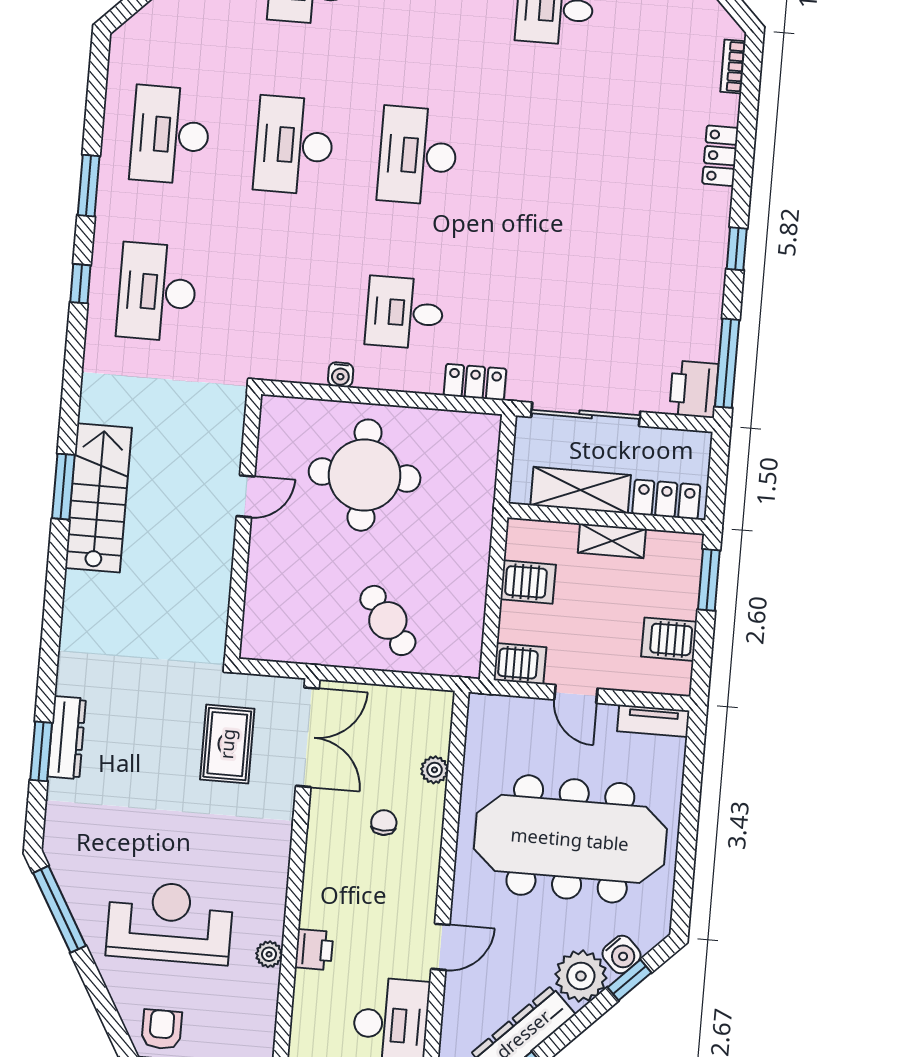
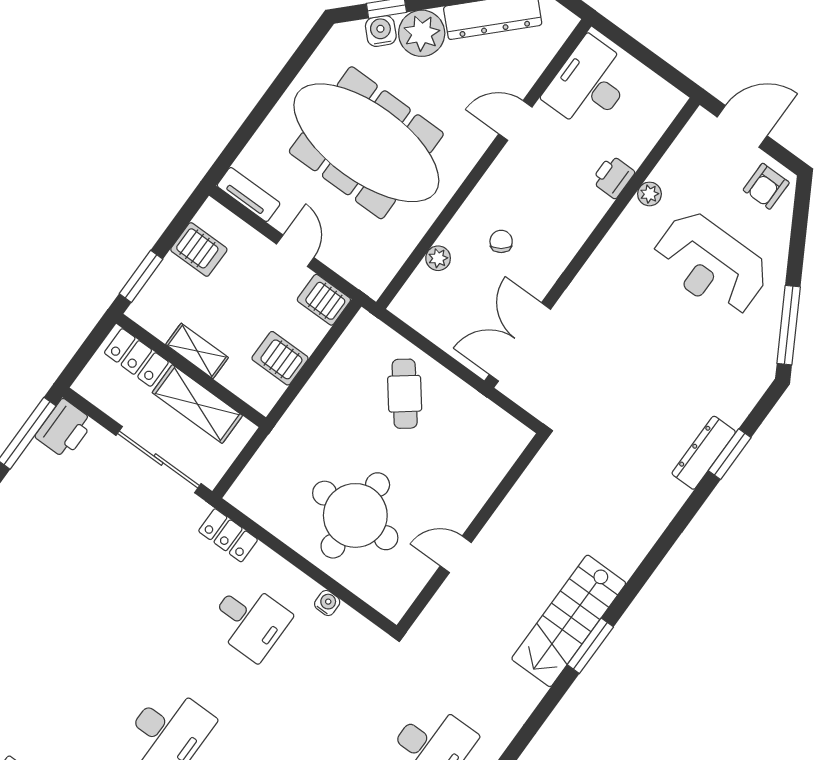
rug: (227, 744) -> (584, 374), removed
chair: (384, 823) -> (501, 241), turned 144

